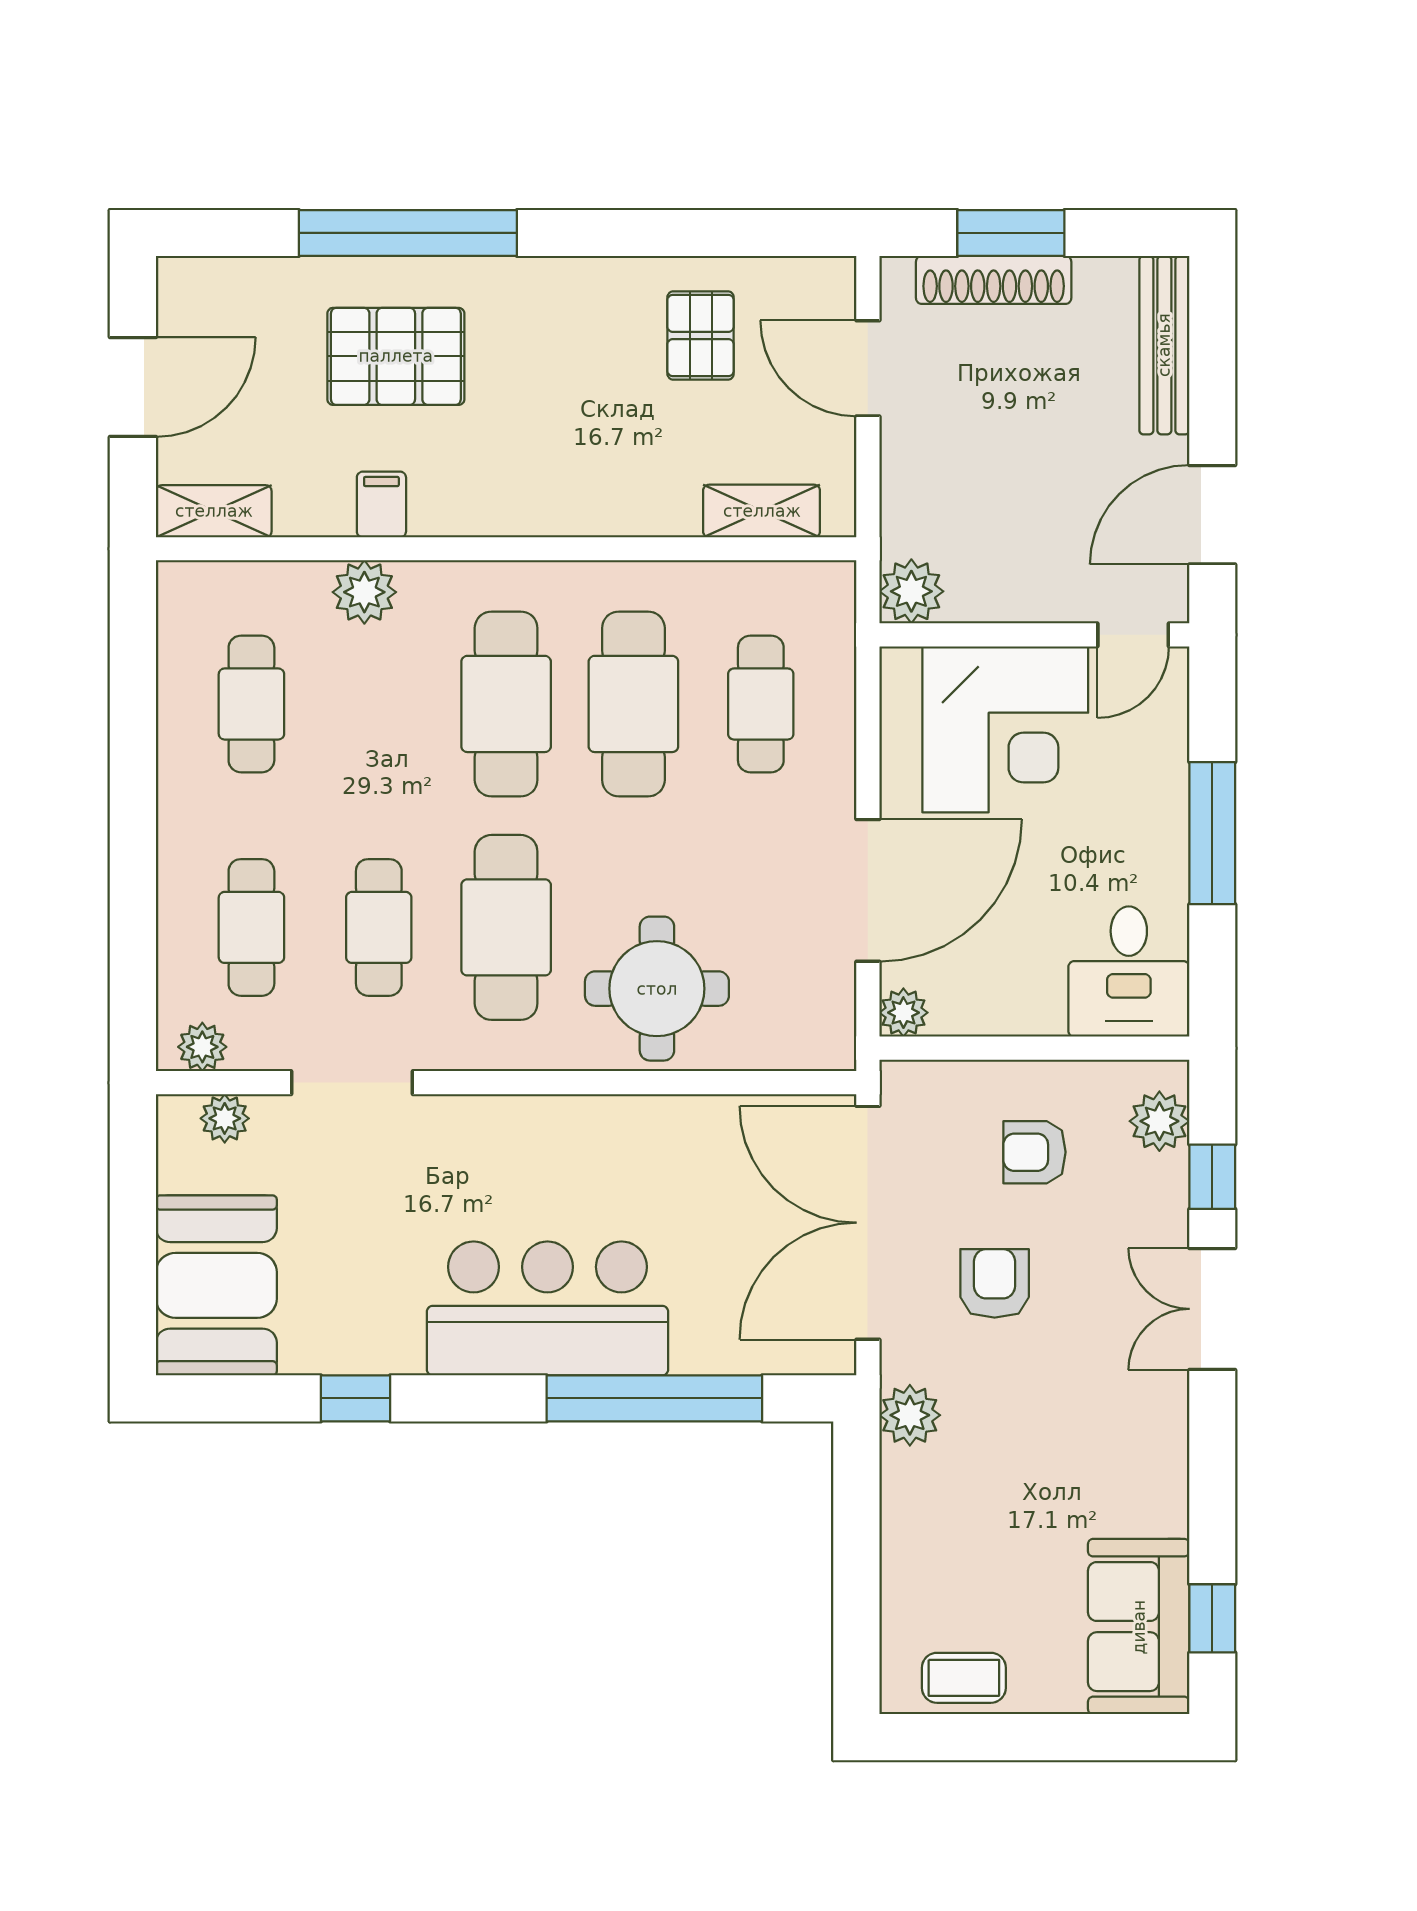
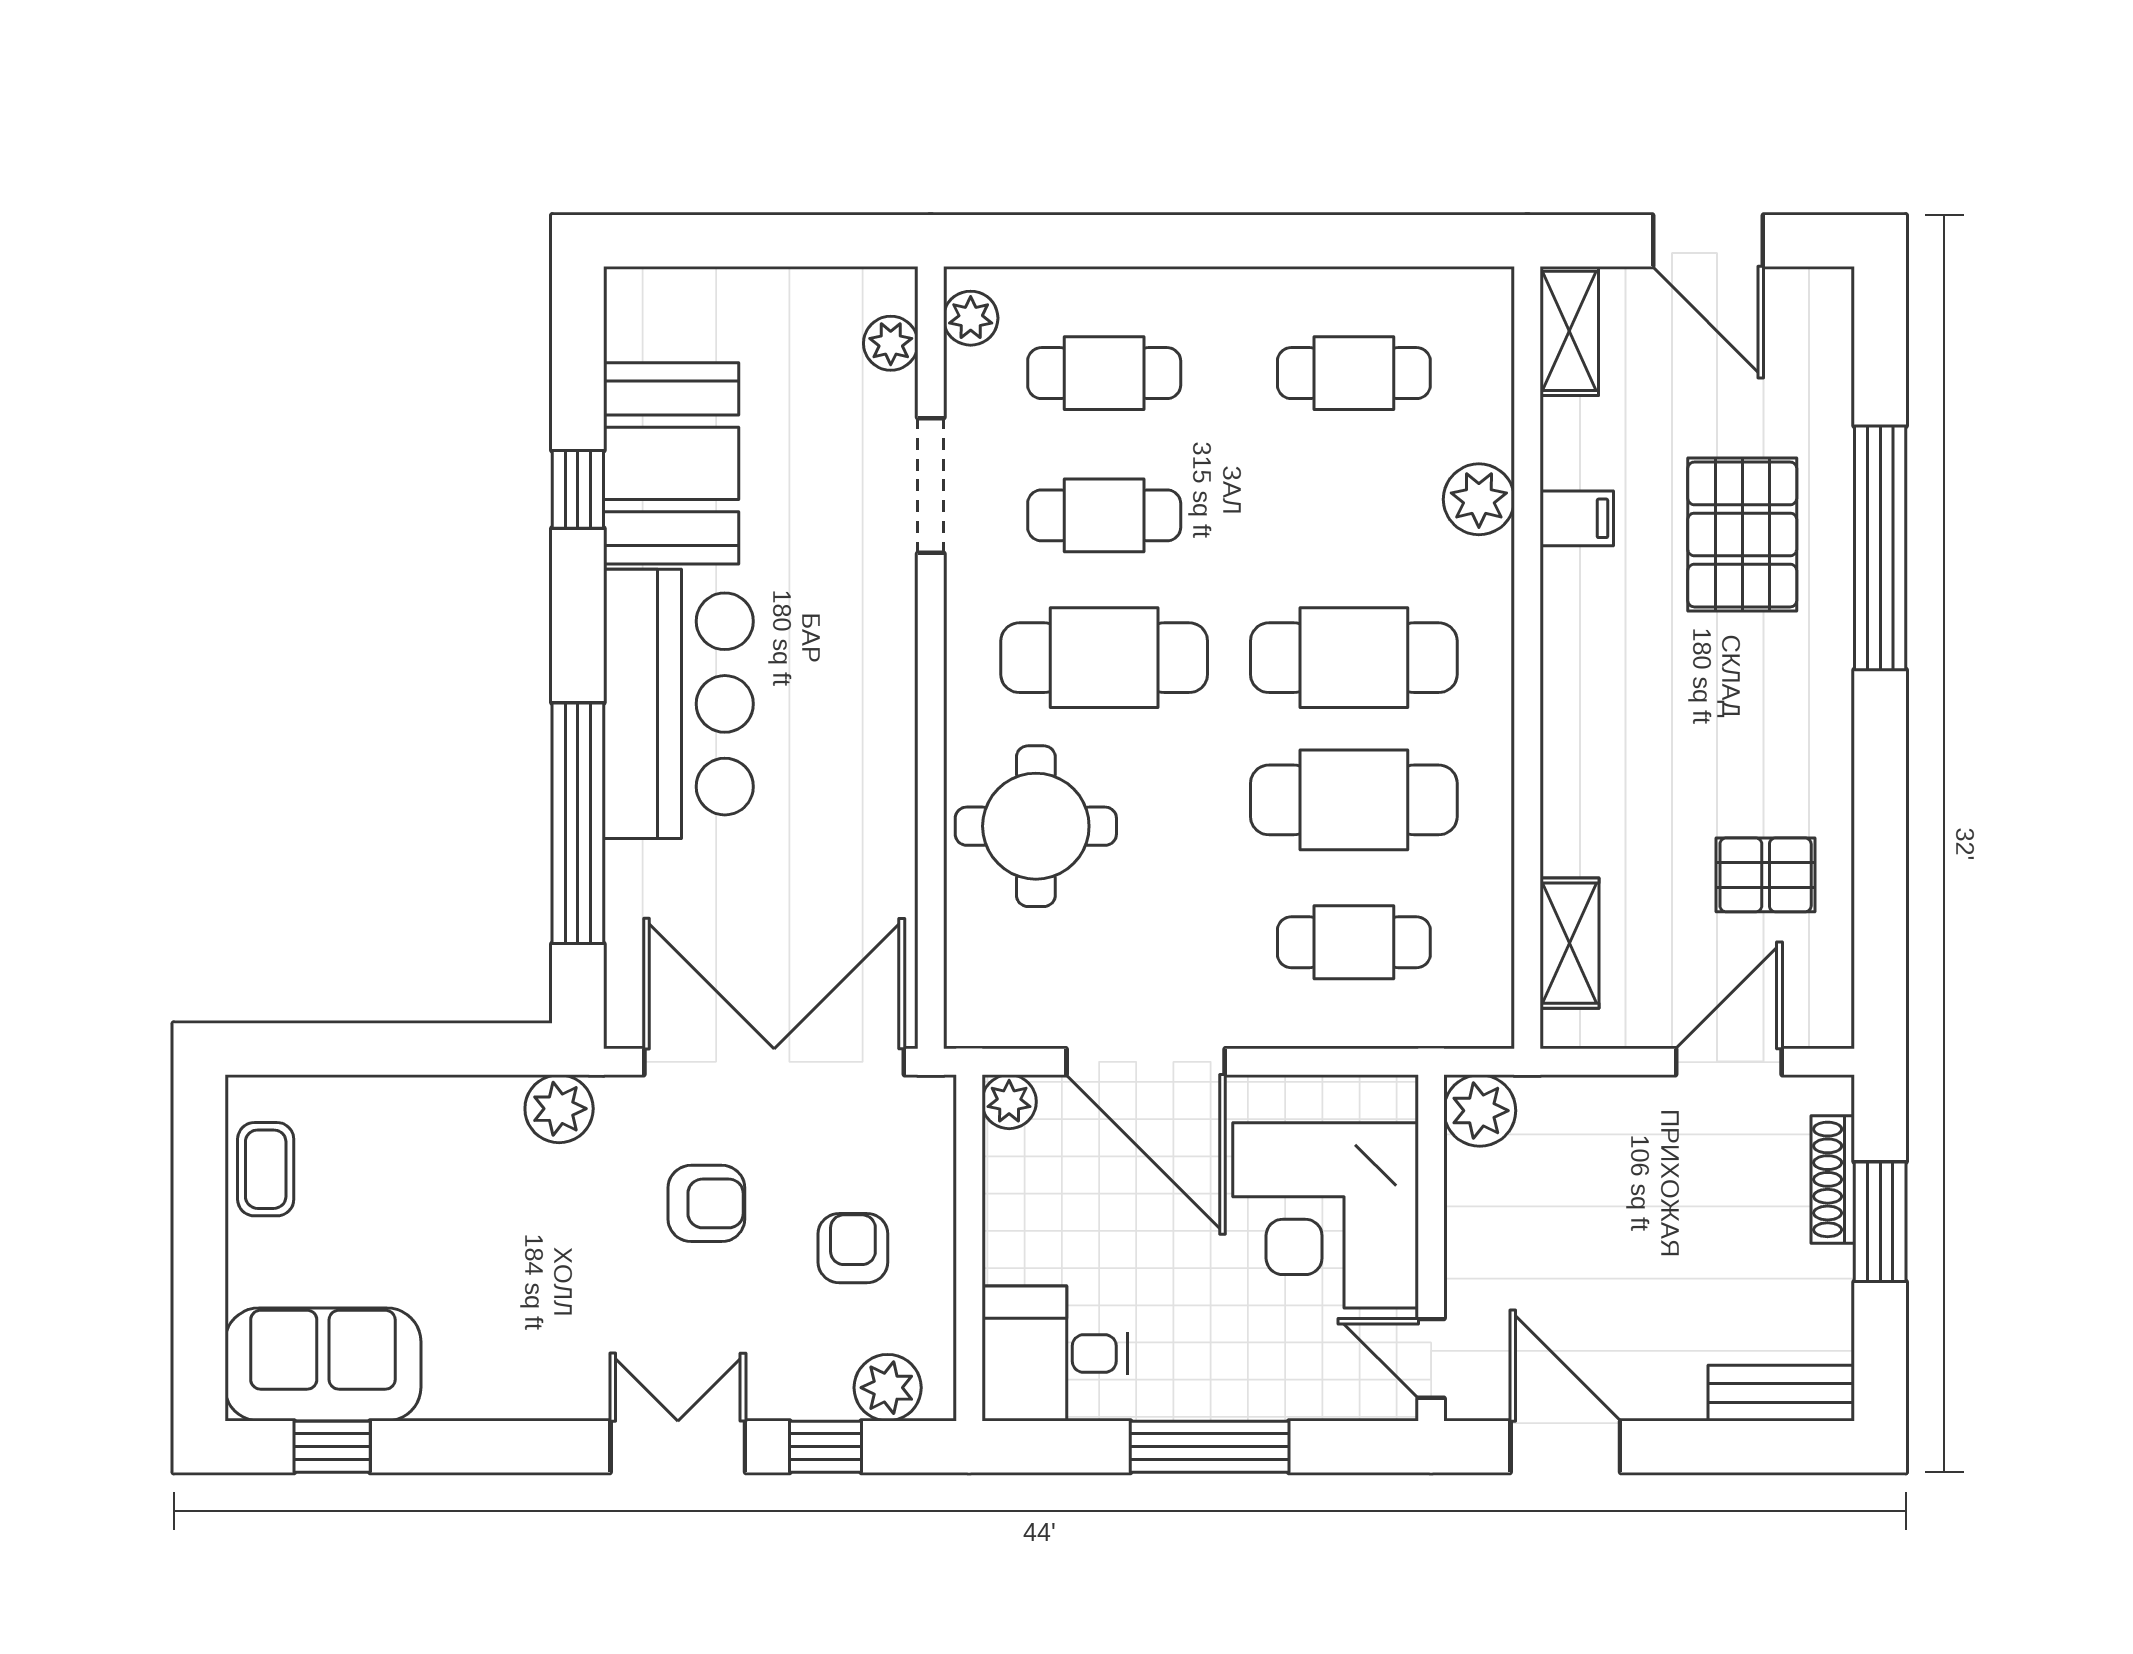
shoe rack: (994, 280) -> (1833, 1179), width x0.74, depth x0.81
bench: (1164, 345) -> (1781, 1393), width x0.73
booth: (216, 1285) -> (671, 463), moved, turned 90

